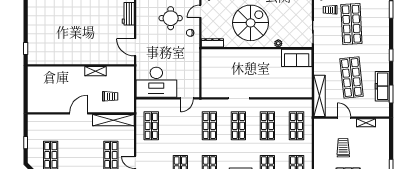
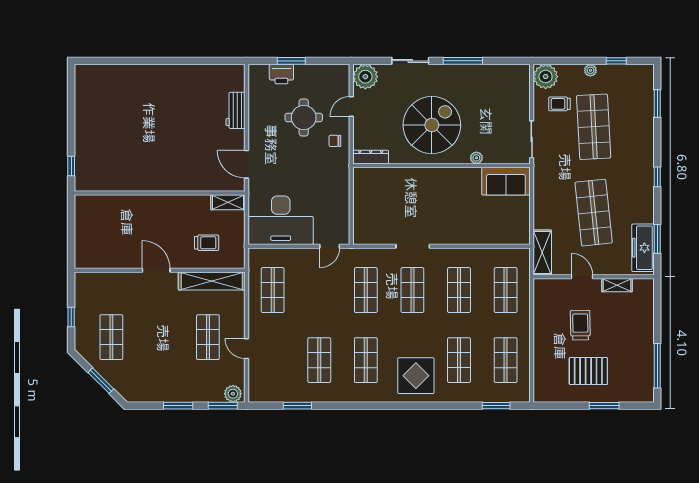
shelving: (95, 71) -> (228, 202), moved
freezer: (382, 86) -> (643, 248), moved
shelving: (319, 96) -> (542, 253), width x0.68
door: (79, 113) -> (156, 270), hinge flipped

